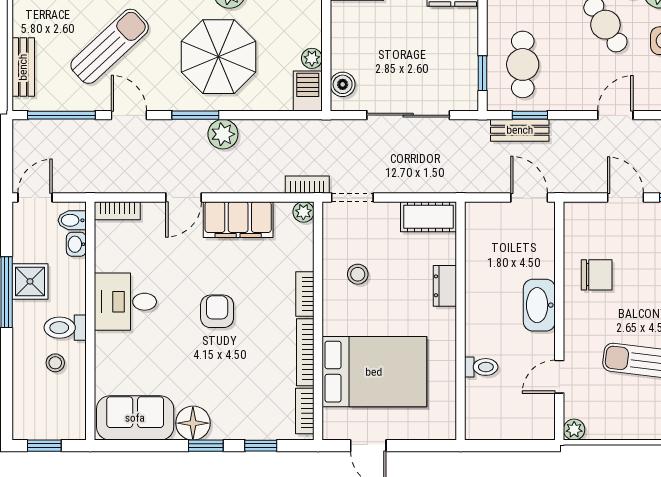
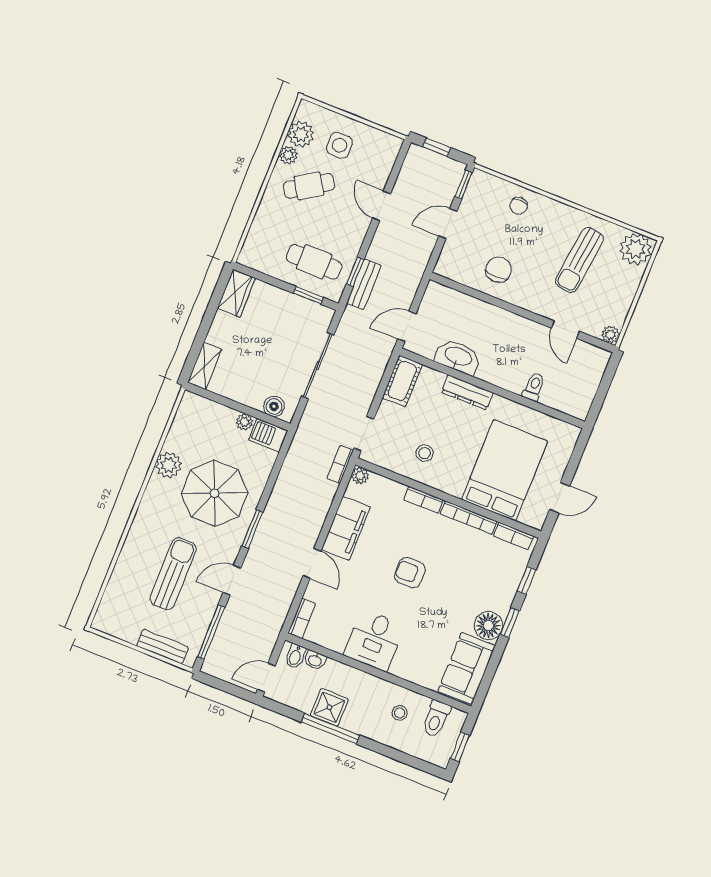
sun lounger: (110, 46) -> (173, 574), turned 43
plant: (223, 134) -> (276, 514), removed
door: (35, 197) -> (266, 678), hinge flipped
door: (529, 197) -> (407, 326), moved
dresser: (445, 286) -> (467, 392), width x1.44
washbasin: (539, 305) -> (458, 357), moved, turned 180
toilet: (65, 328) -> (436, 719), moved

